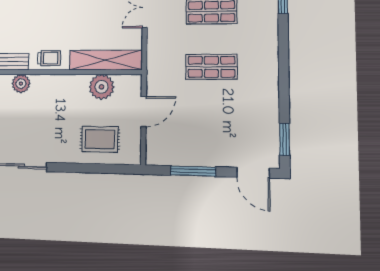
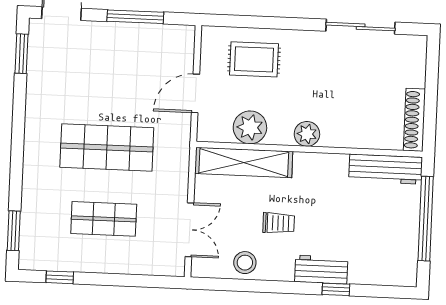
trolley: (49, 58) -> (279, 223), moved, turned 180
shop shelf: (211, 67) -> (107, 147), width x1.43, depth x1.36
plant: (21, 84) -> (307, 134), moved

